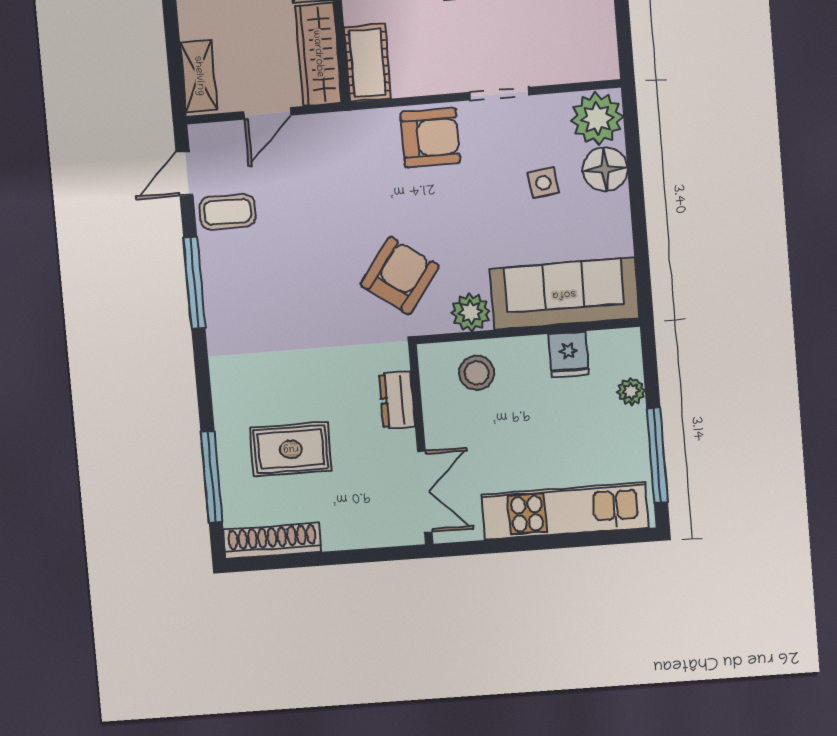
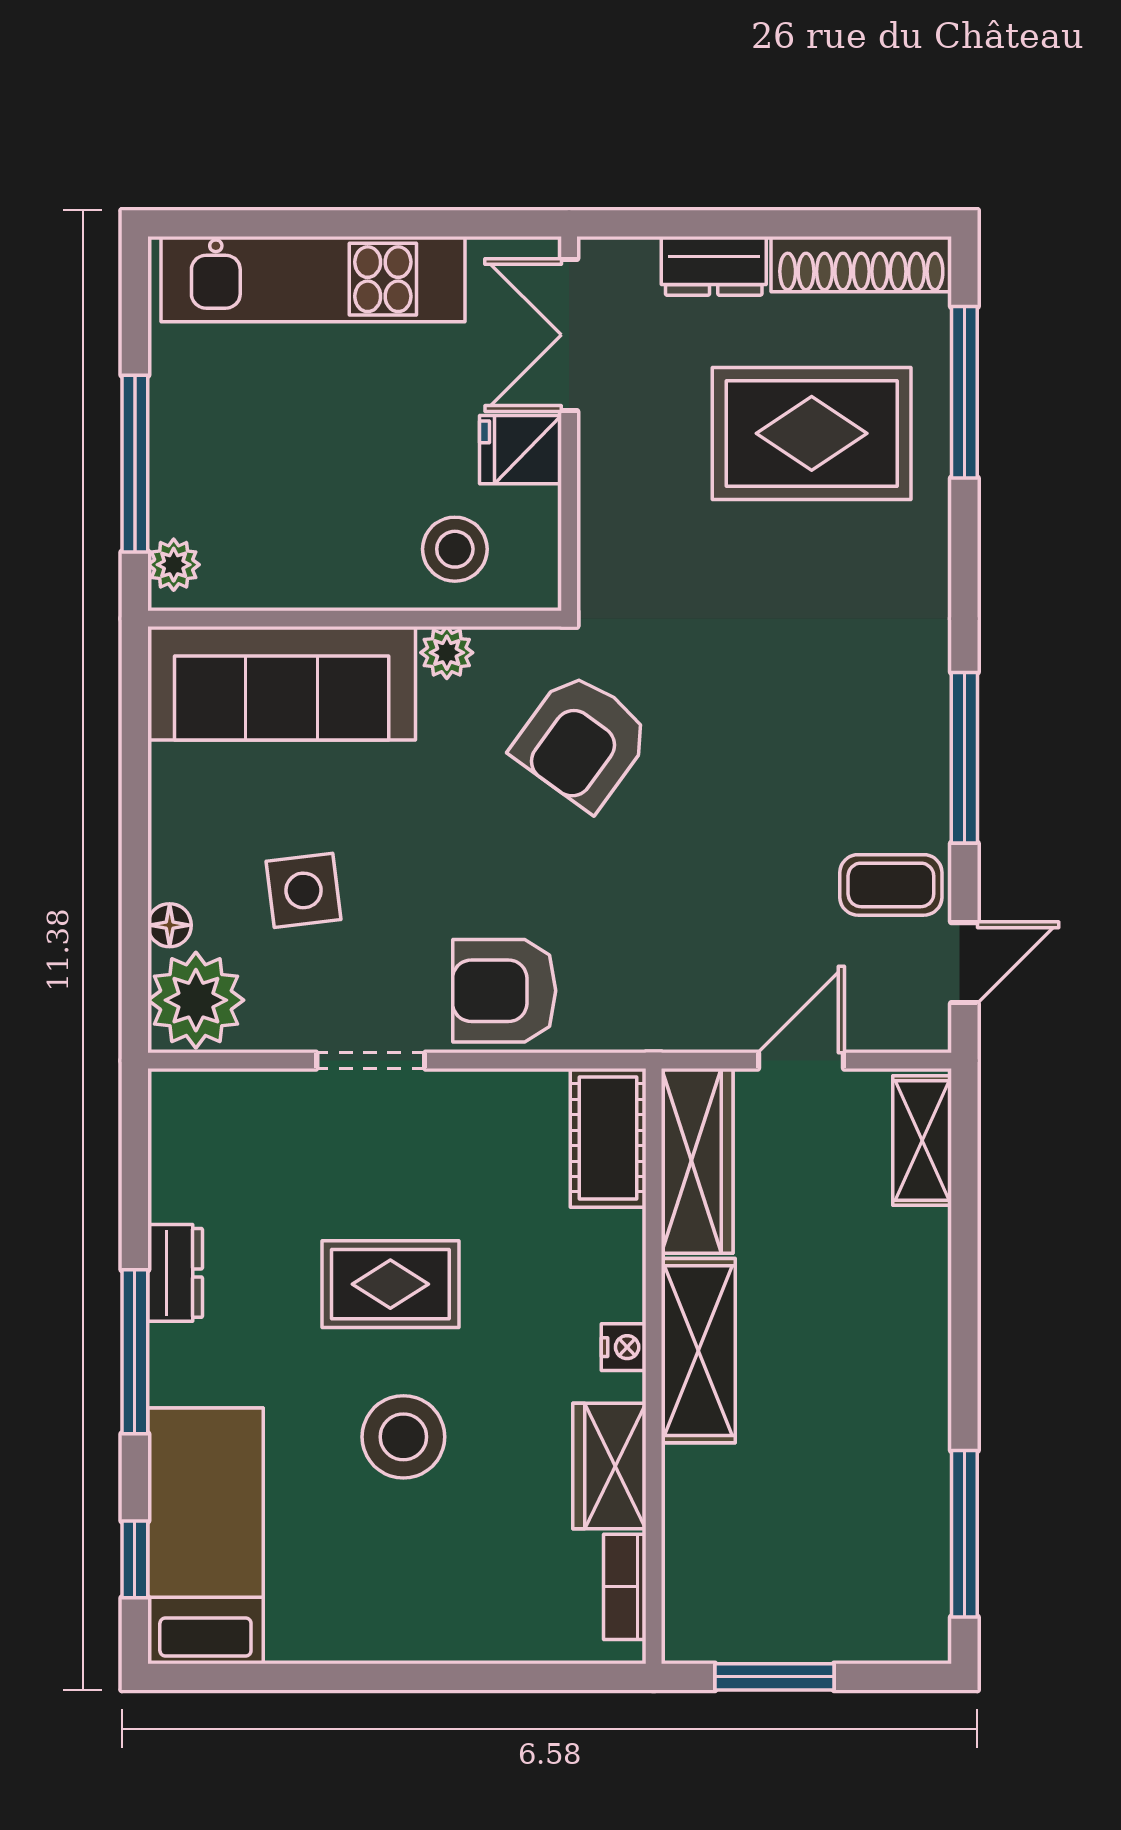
floor lamp: (605, 169) -> (170, 925), width x0.53, depth x0.53
side table: (543, 183) -> (304, 890), width x1.37, depth x1.37
plant: (471, 312) -> (447, 653), width x0.73, depth x0.73
fridge: (569, 354) -> (520, 450), moved, turned -90
plant: (631, 391) -> (174, 565), moved
dresser: (397, 400) -> (714, 266), moved, turned 90
rug: (291, 449) -> (812, 433), width x1.36, depth x1.43
window: (657, 455) -> (135, 464), moved

